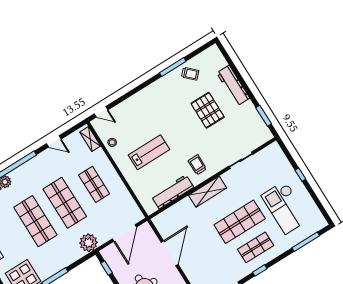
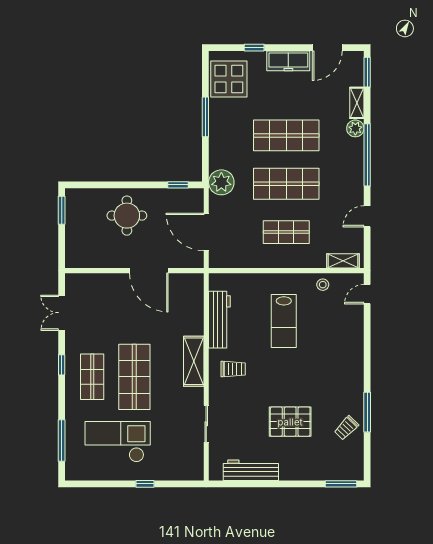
workbench: (233, 85) -> (251, 470), moved
window: (264, 116) -> (341, 484), moved

